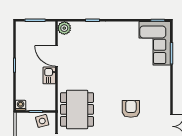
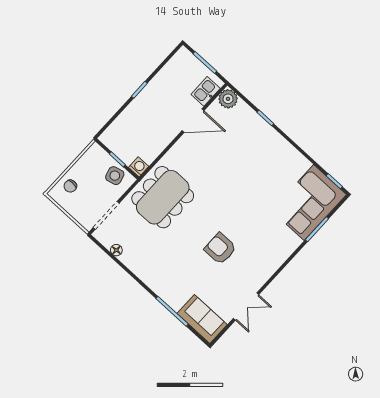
door: (57, 56) -> (193, 121), swing flipped
kitchen sink: (49, 75) -> (206, 91), moved
washing machine: (21, 105) -> (139, 167), moved
armchair: (131, 109) -> (220, 249), turned -90

